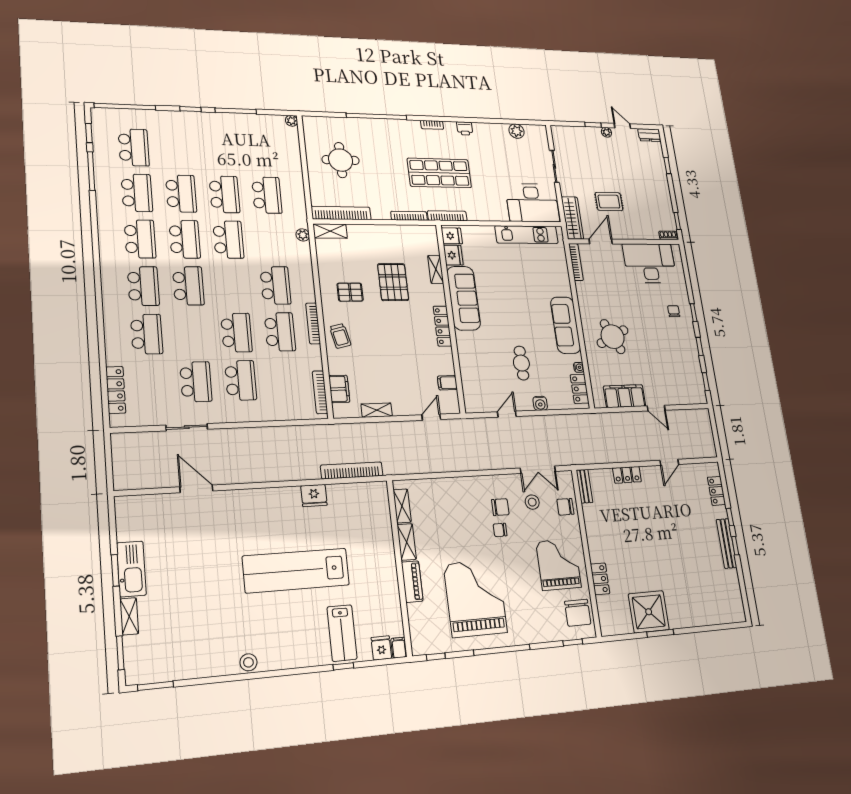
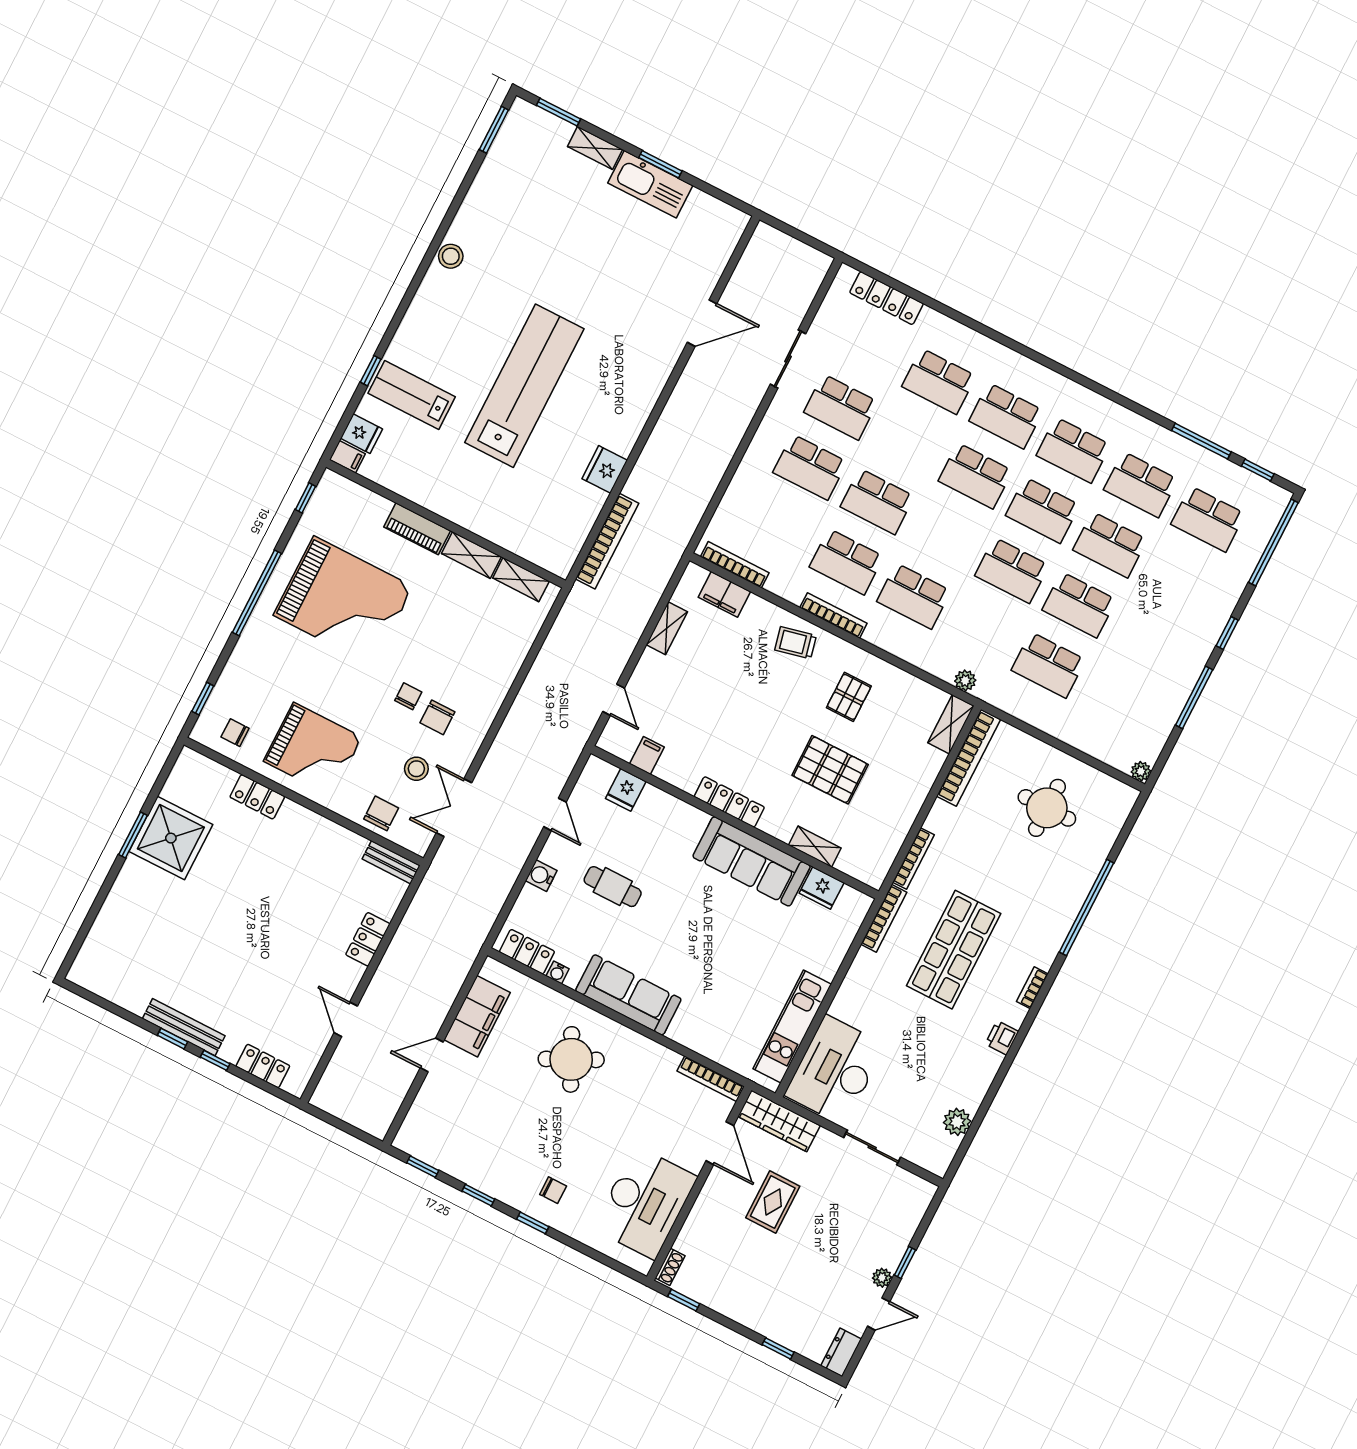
fridge: (452, 236) -> (626, 790), moved
chair: (578, 613) -> (235, 733), width x0.54, depth x0.54

